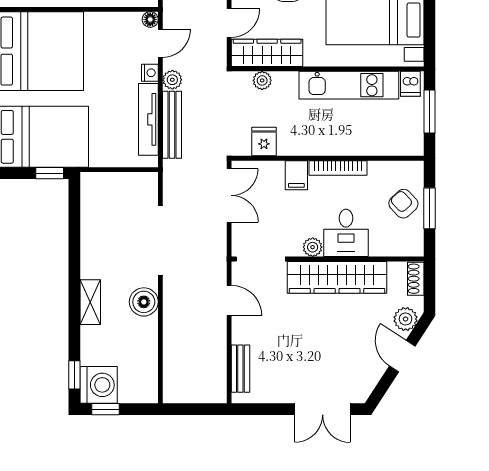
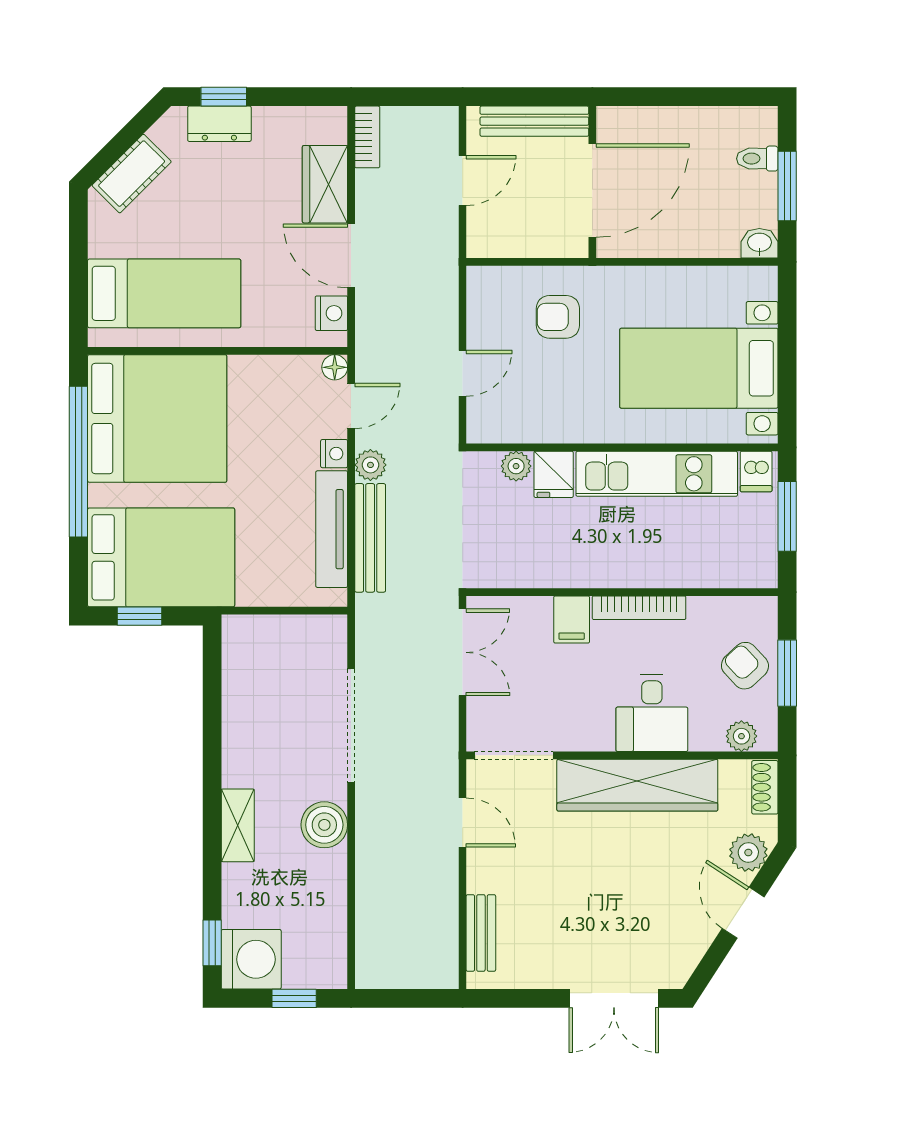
wardrobe: (267, 53) -> (524, 421), removed
fridge: (264, 142) -> (554, 474), moved, turned 180
window: (50, 173) -> (139, 616), moved
plant: (313, 247) -> (741, 736), moved
window: (106, 409) -> (294, 998), moved

